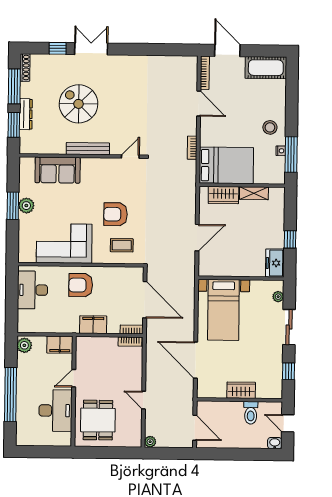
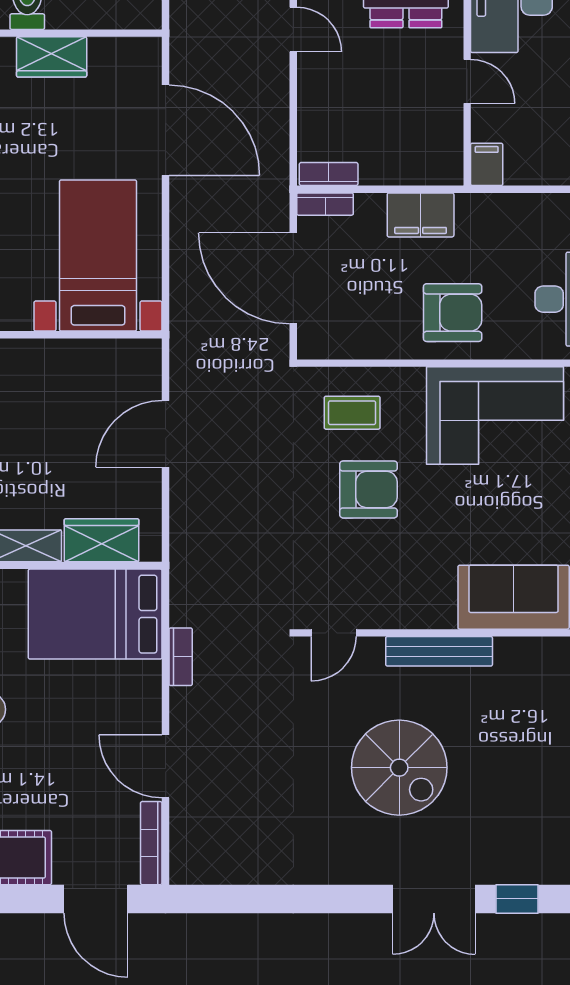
spiral stairs: (79, 104) -> (399, 768), moved
filing cabinet: (60, 345) -> (487, 164), width x0.50
door: (74, 378) -> (467, 81), hinge flipped

